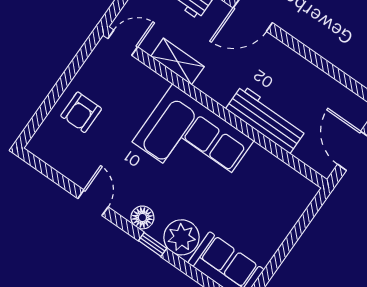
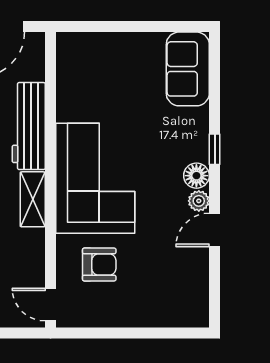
shelving: (177, 61) -> (33, 199), moved
armchair: (81, 112) -> (99, 264), moved
plant: (182, 237) -> (199, 201), moved, width x0.53, depth x0.53

